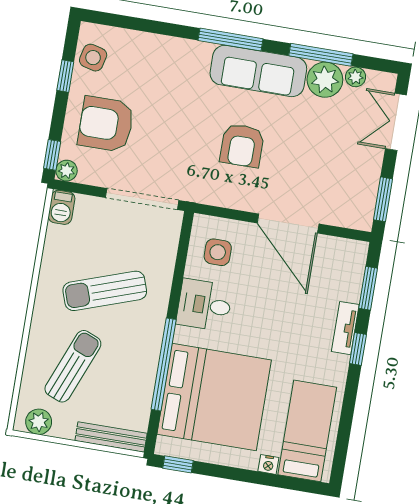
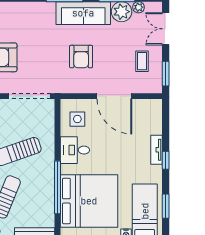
coffee table: (346, 171) -> (142, 61), added
window: (368, 288) -> (166, 206), moved

